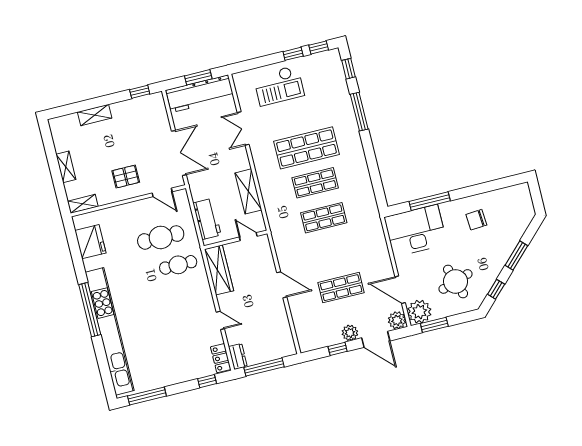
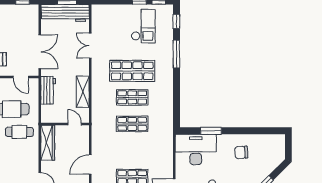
checkout: (279, 86) -> (143, 26), moved, turned -90
window: (430, 201) -> (211, 131), width x0.69
workbench: (207, 219) -> (48, 90), moved
door: (282, 285) -> (90, 165), swing flipped

